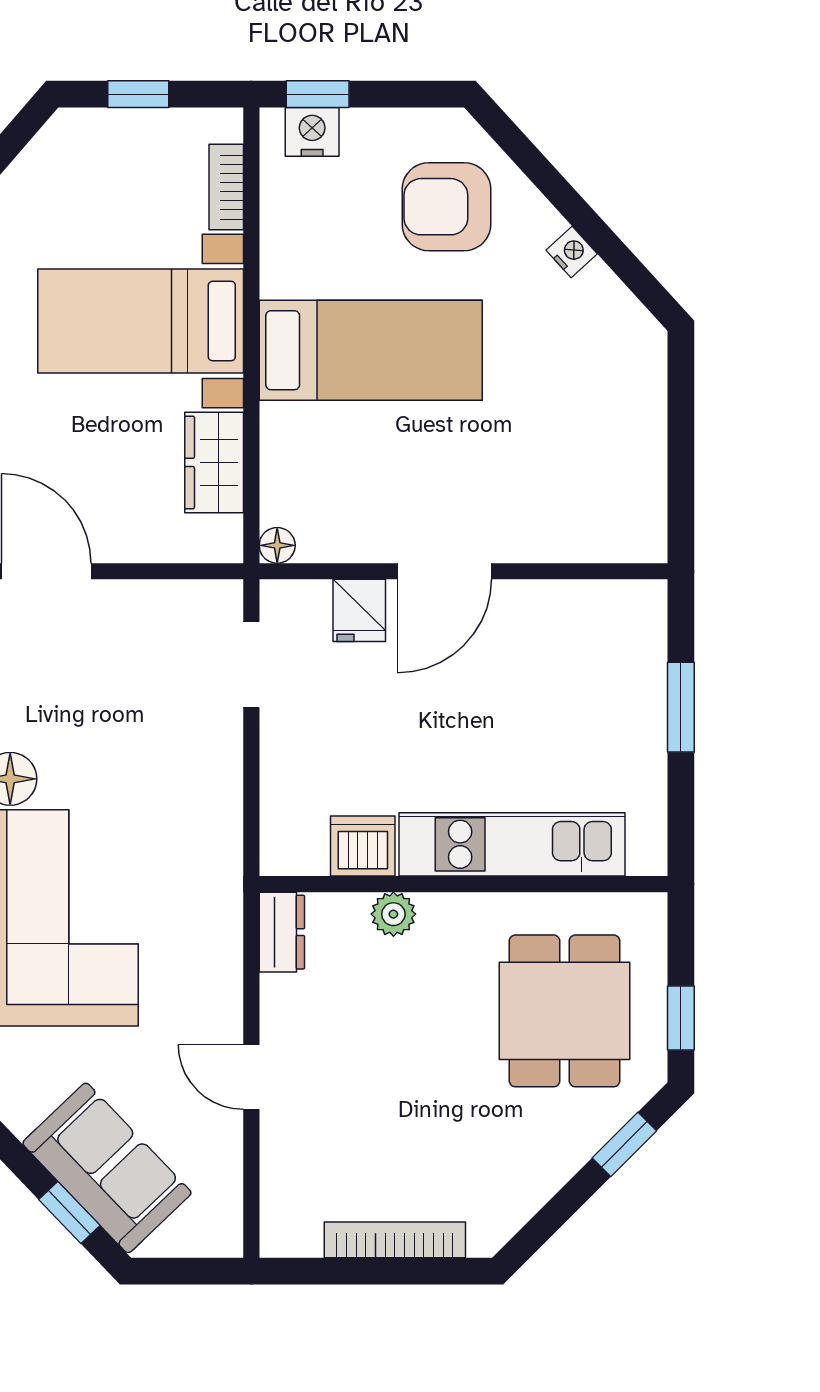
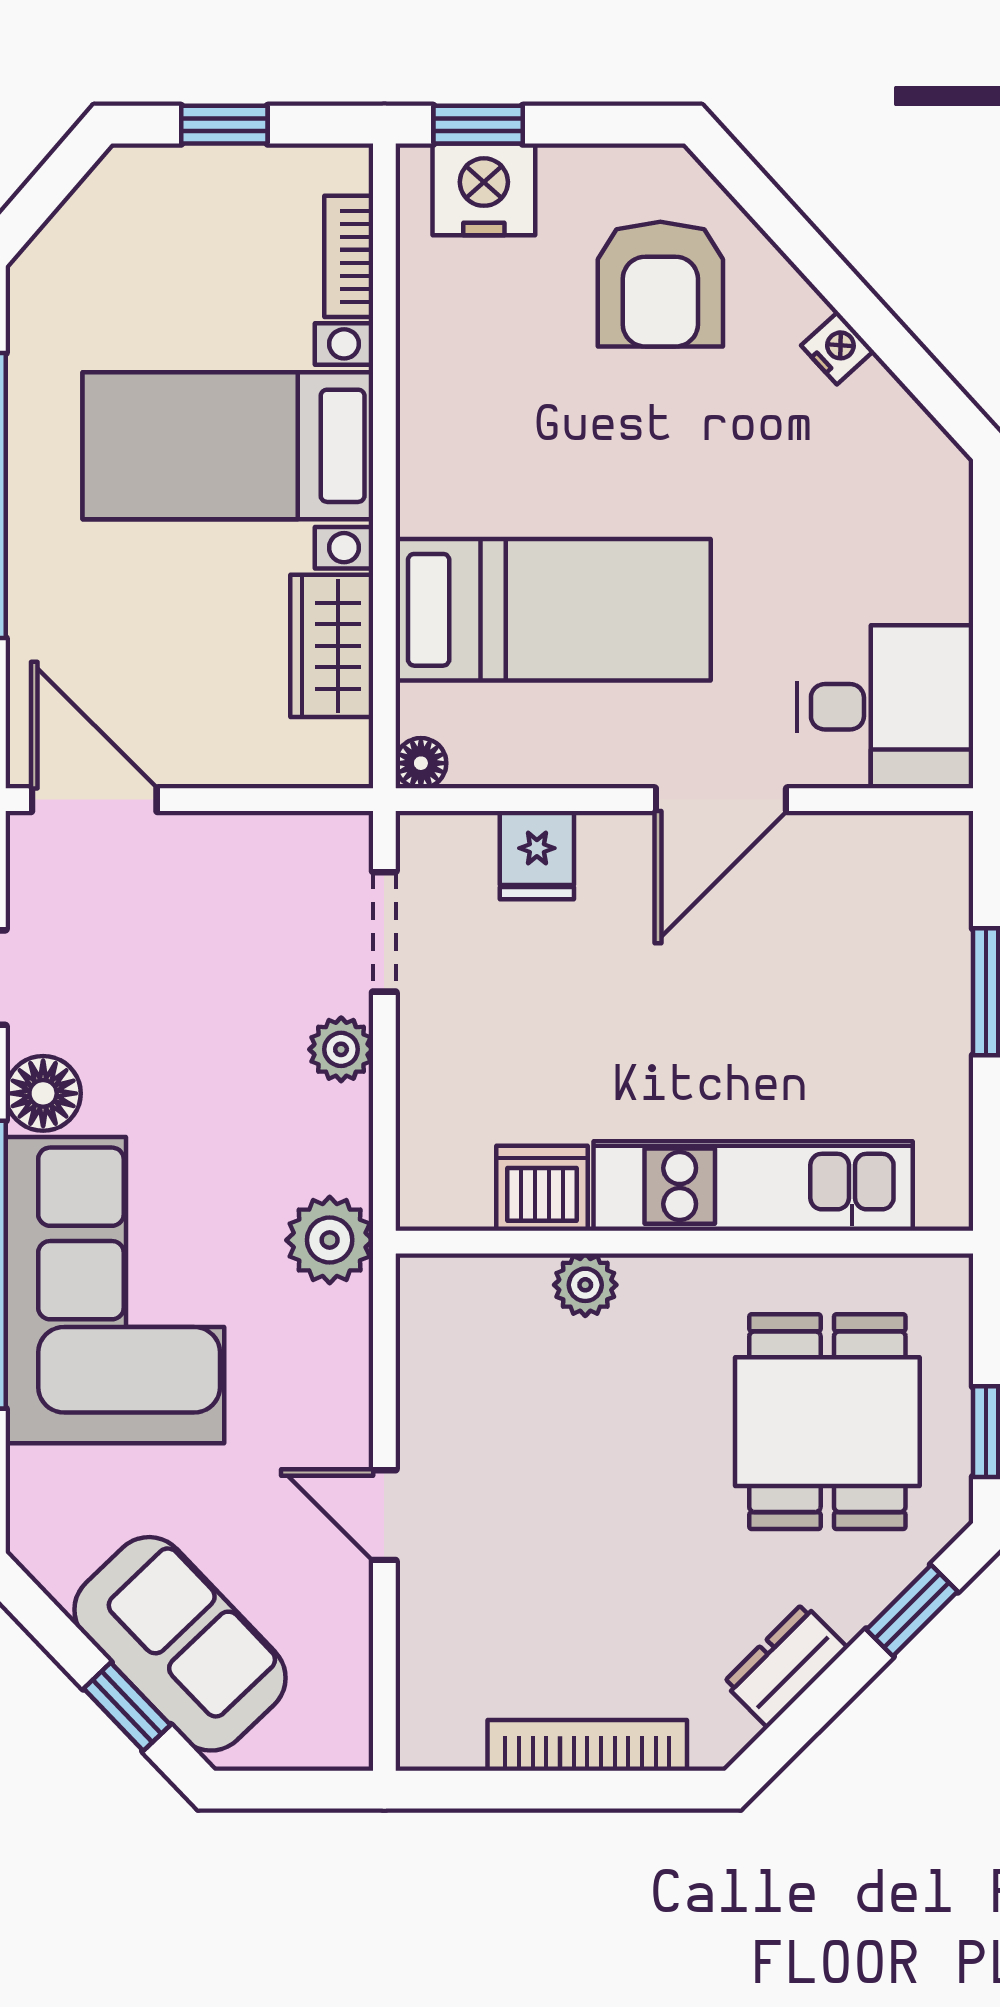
nightstand: (312, 132) -> (484, 189), width x1.36, depth x1.33
armchair: (446, 207) -> (660, 284), turned -90
bed: (371, 350) -> (553, 610), moved
desk: (605, 506) -> (885, 707), added
door: (445, 571) -> (721, 800), moved
plant: (221, 748) -> (341, 1049), added
plant: (213, 882) -> (330, 1240), added
dresser: (282, 932) -> (785, 1665), moved, turned -135

